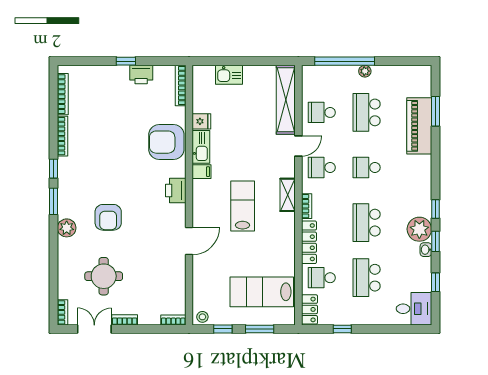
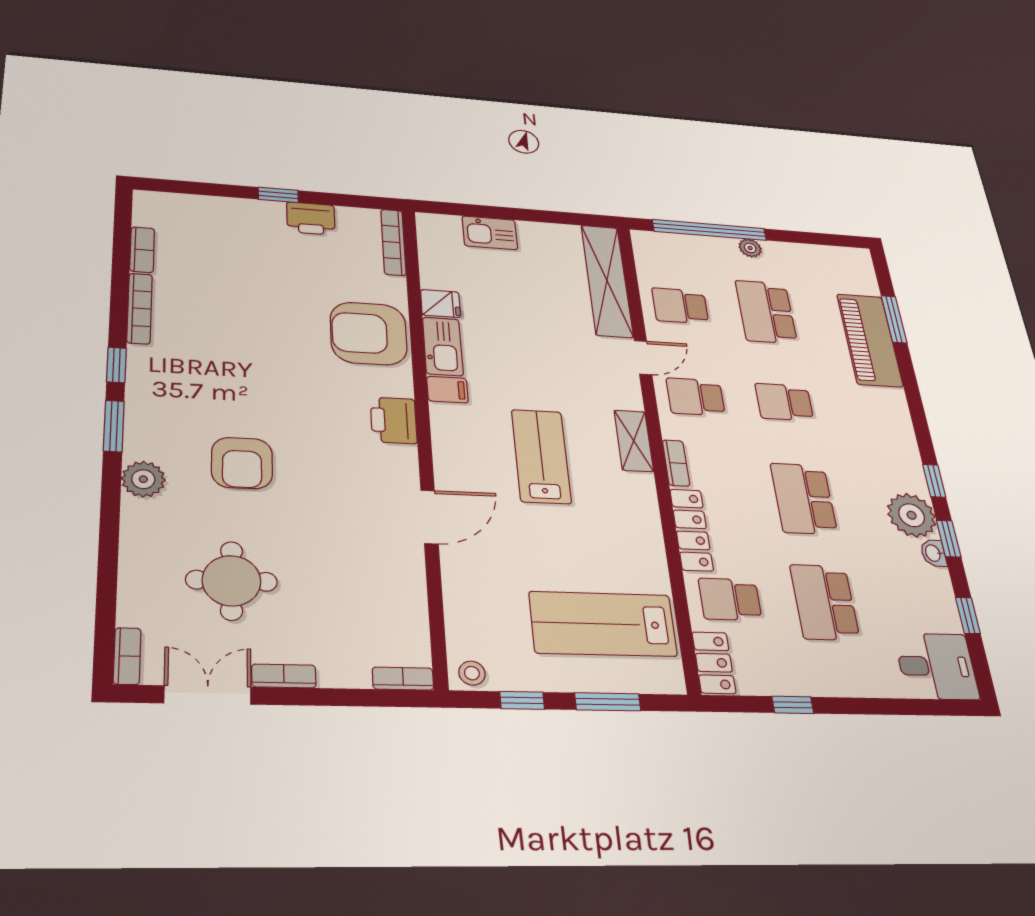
bookcase: (63, 94) -> (142, 250), width x0.64

